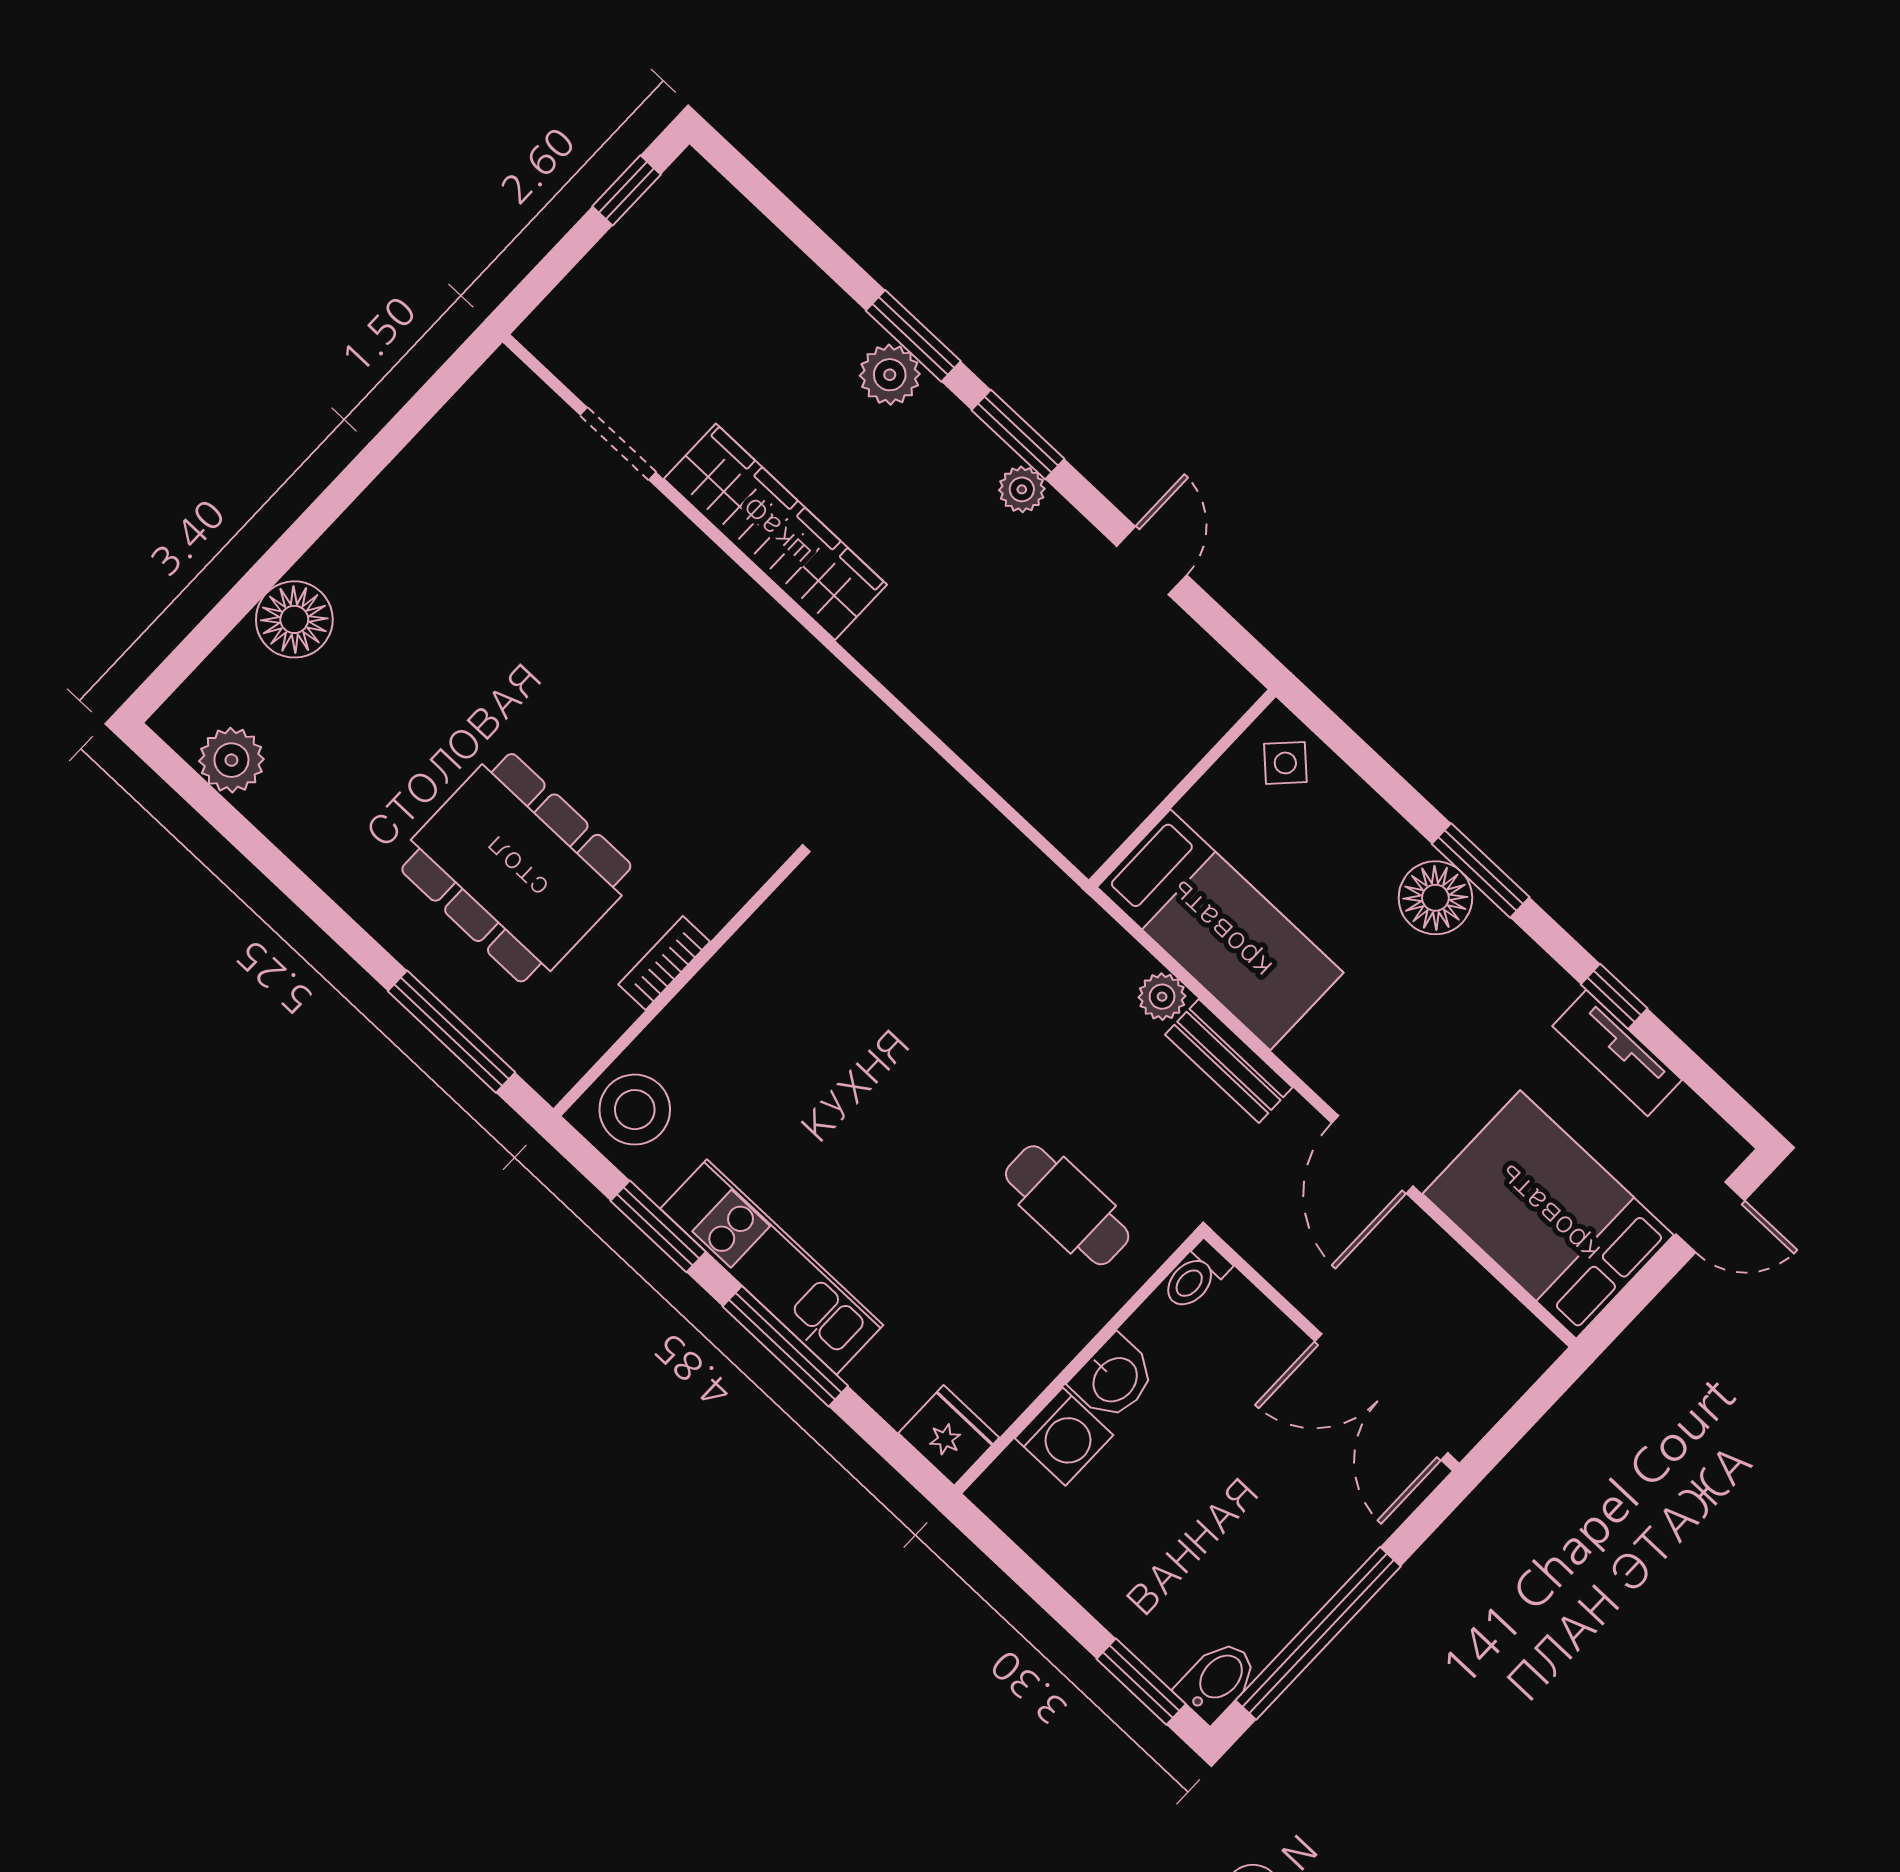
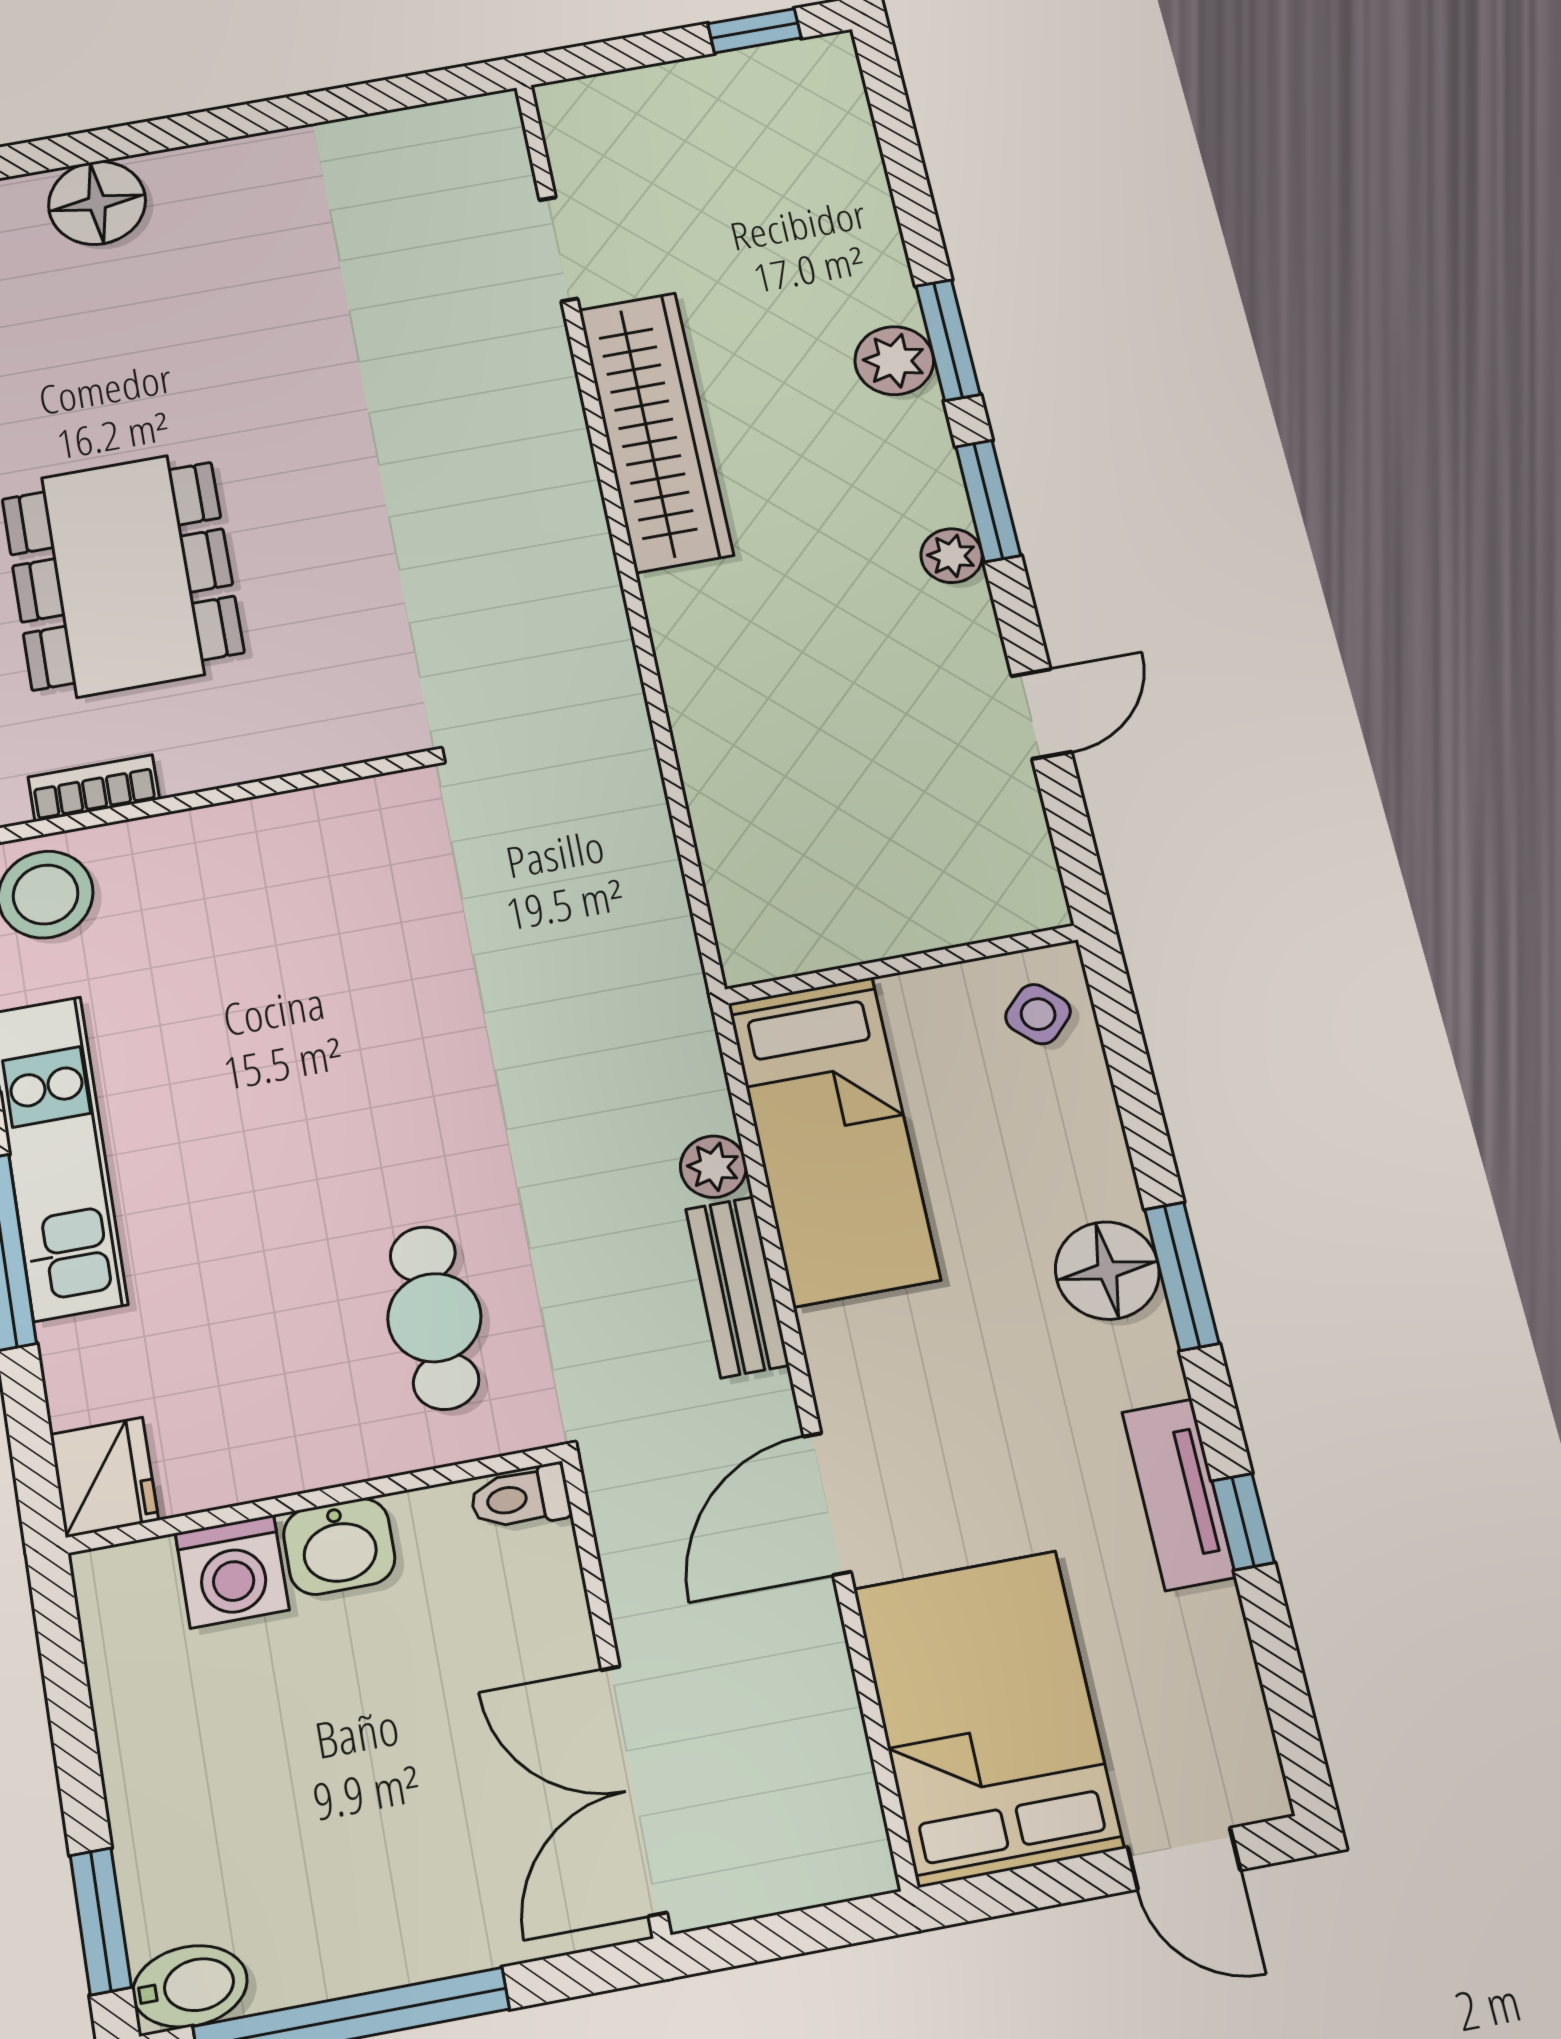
bookcase: (664, 963) -> (94, 788), moved
tv unit: (1617, 1053) -> (1179, 1494), moved

